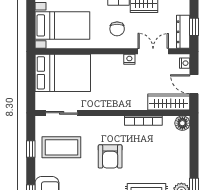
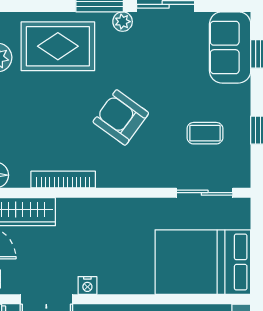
coffee table: (61, 147) -> (205, 133), width x0.54, depth x0.58
armchair: (110, 156) -> (121, 117), turned -54

